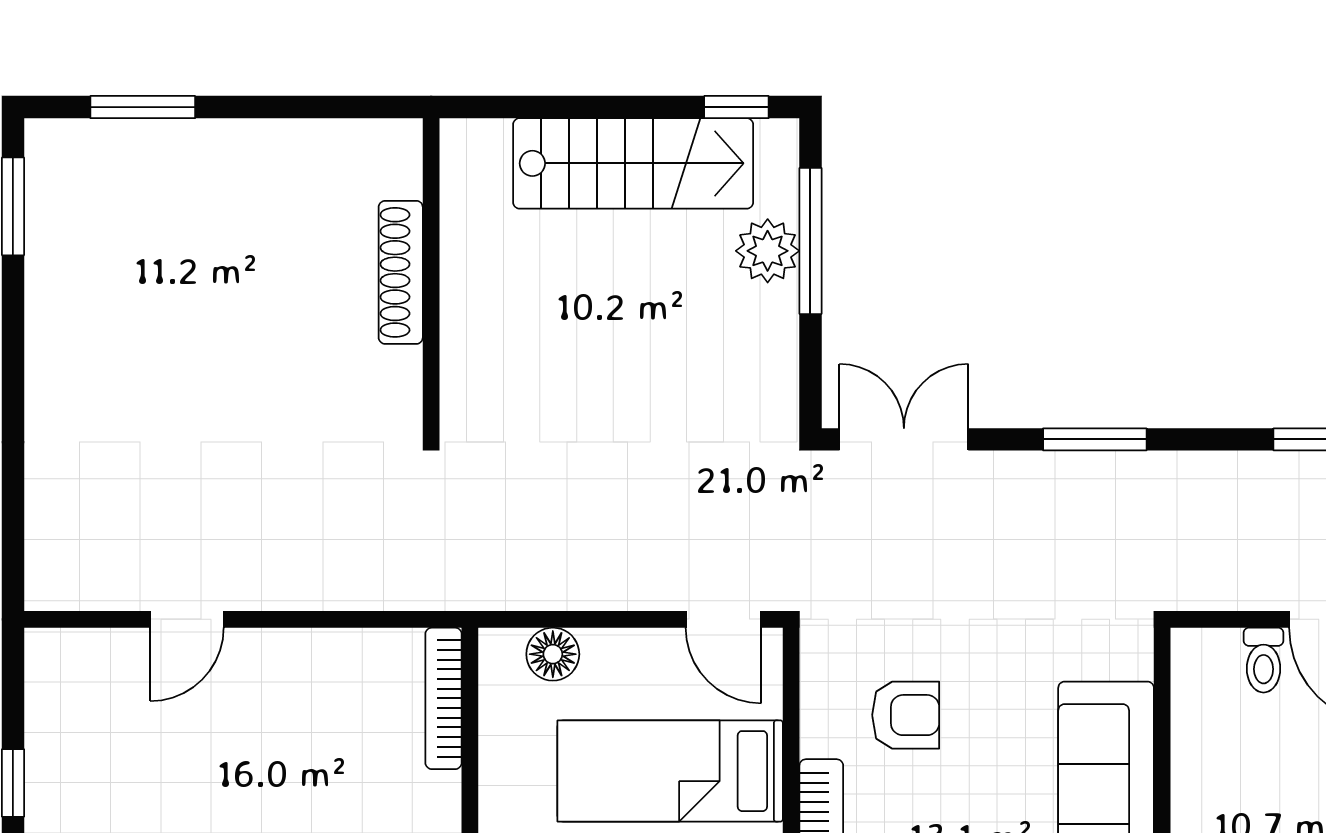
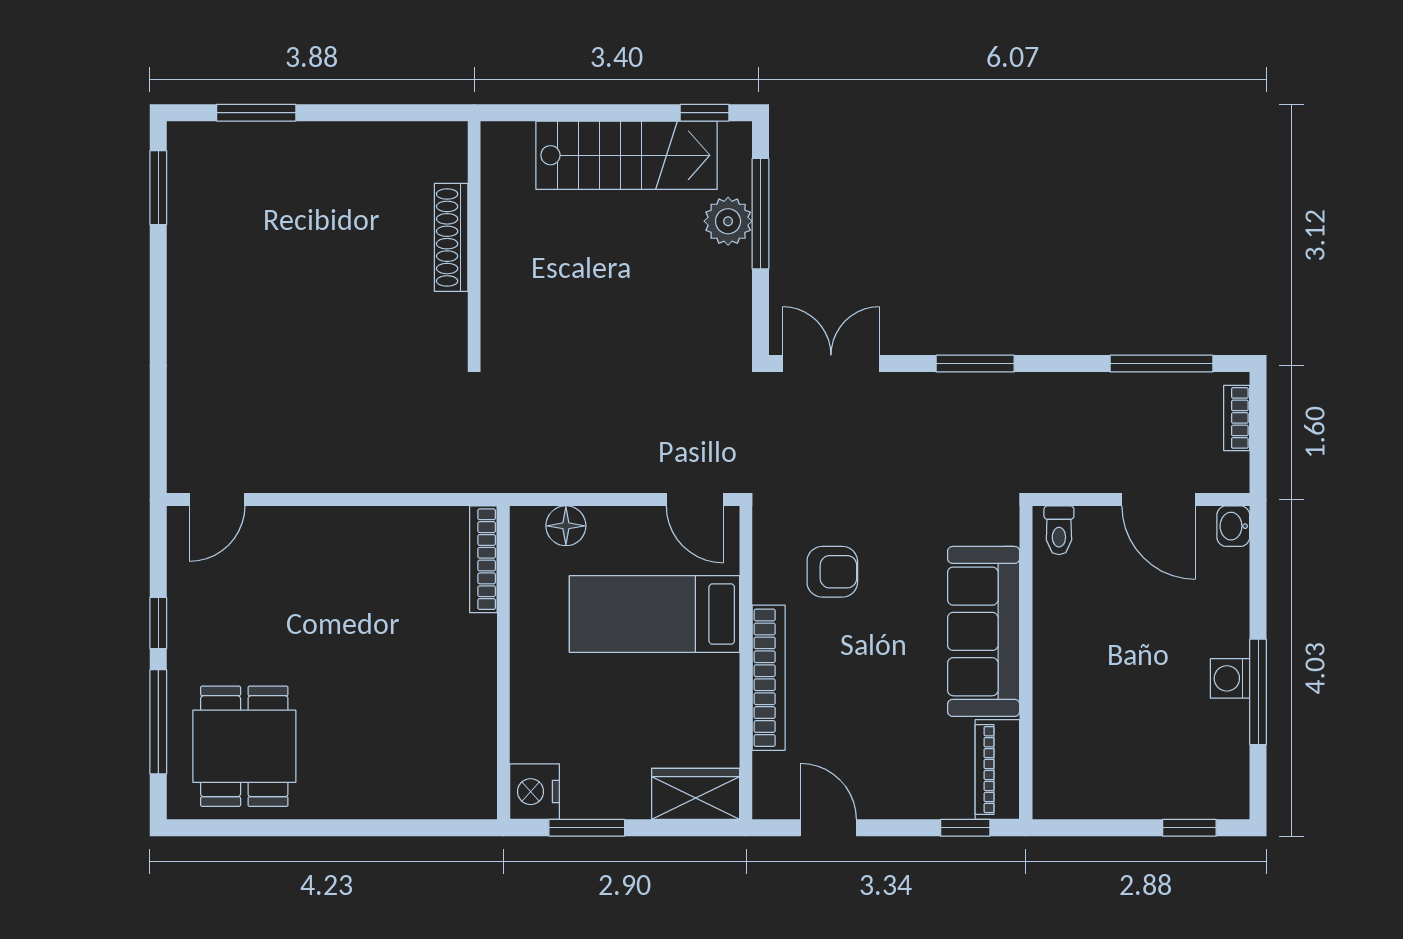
door: (187, 619) -> (217, 499), moved
toilet: (1264, 660) -> (1059, 530), moved

